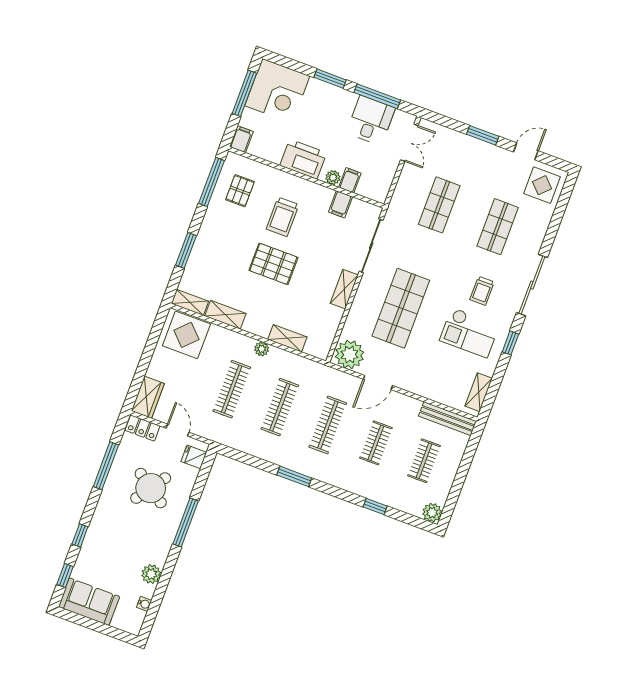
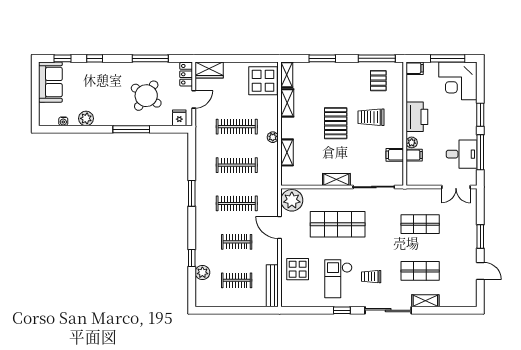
display table: (542, 185) -> (298, 269), moved
pallet: (240, 191) -> (378, 81), turned 90
shelving: (479, 392) -> (425, 301), moved
plant: (432, 513) -> (202, 272), moved

